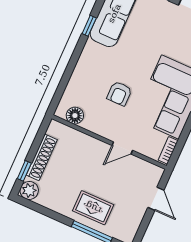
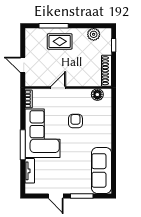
window: (89, 26) -> (114, 155), removed
shoe rack: (42, 157) -> (106, 71), moved
plant: (29, 190) -> (94, 34), moved

